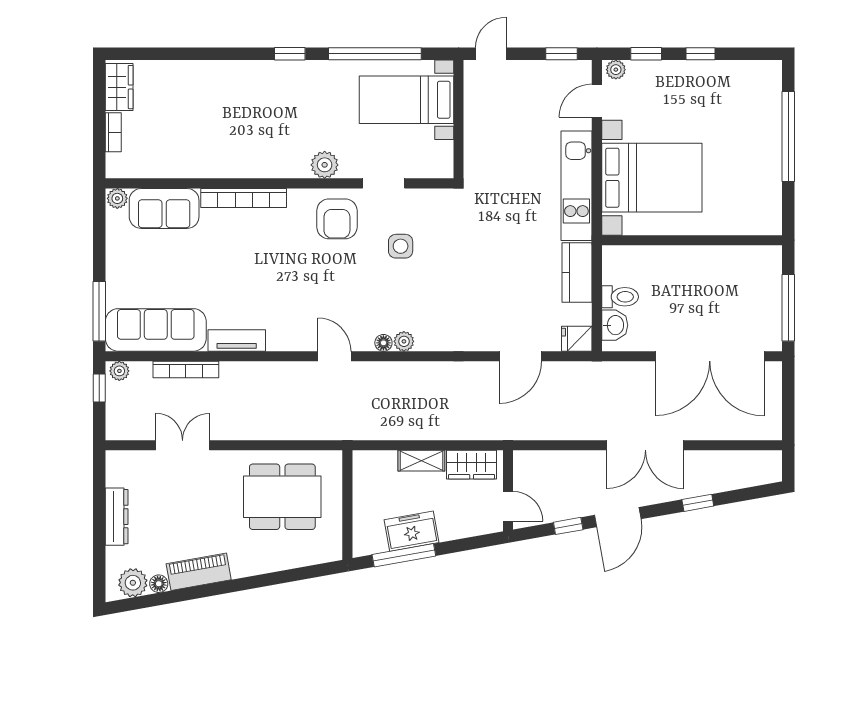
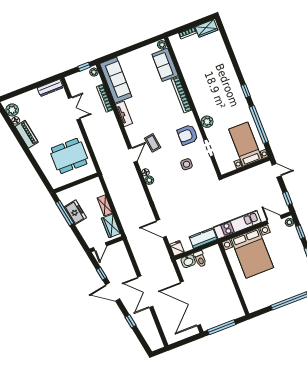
coffee table: (325, 302) -> (153, 143), added
window: (99, 311) -> (114, 55), removed
dining table: (282, 497) -> (69, 156), turned 90
dresser: (117, 517) -> (50, 88), moved

